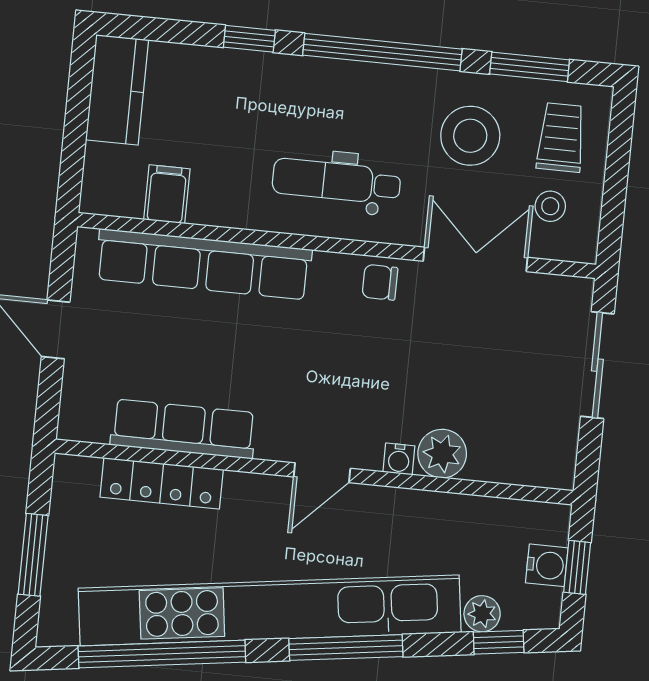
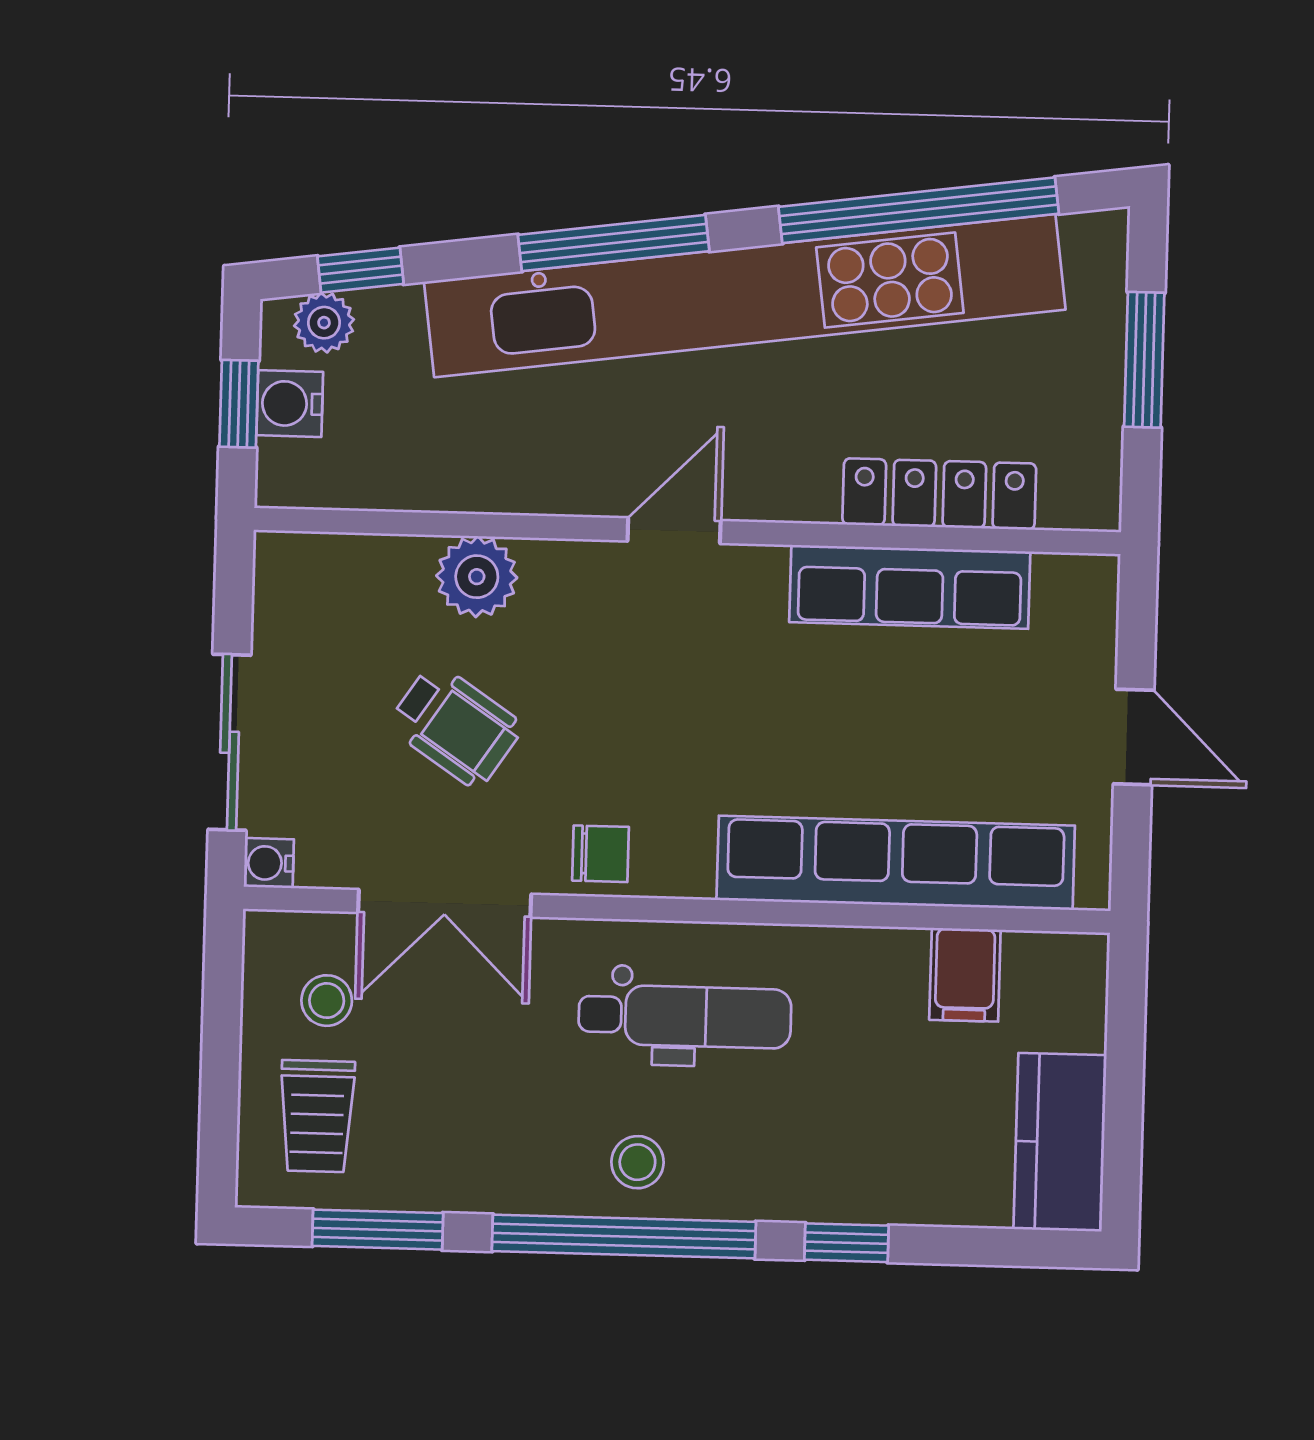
stool: (470, 136) -> (637, 1162), moved, width x0.53, depth x0.53
wheelchair: (461, 365) -> (455, 726), added
water cooler: (399, 459) -> (269, 863), moved, turned -90
plant: (482, 614) -> (324, 323), moved

